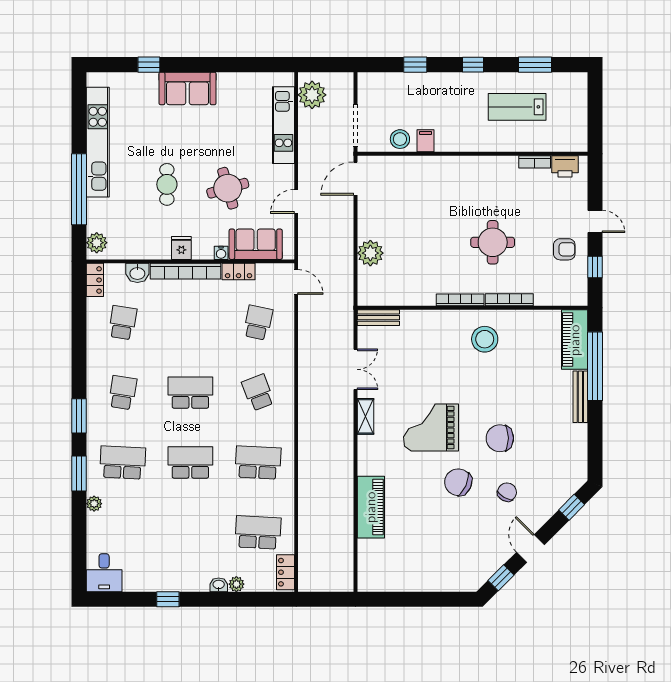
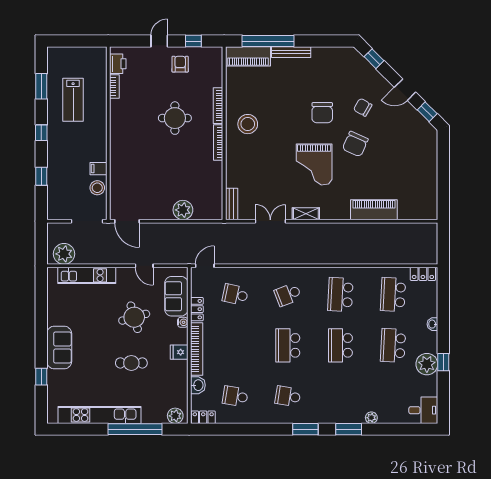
school desk: (123, 462) -> (393, 345), moved
plant: (236, 584) -> (427, 364), moved, width x1.87, depth x1.87

